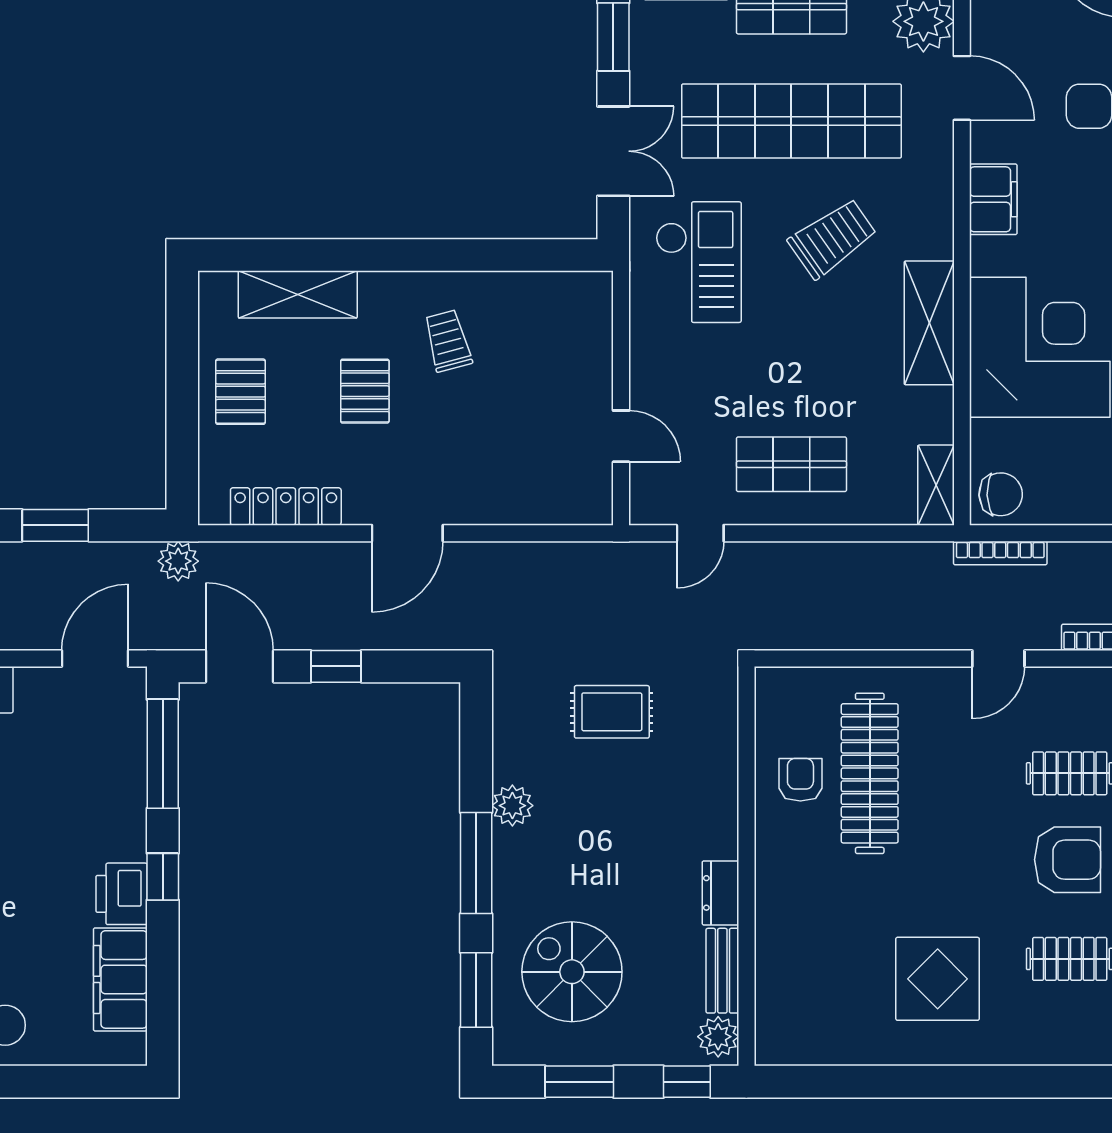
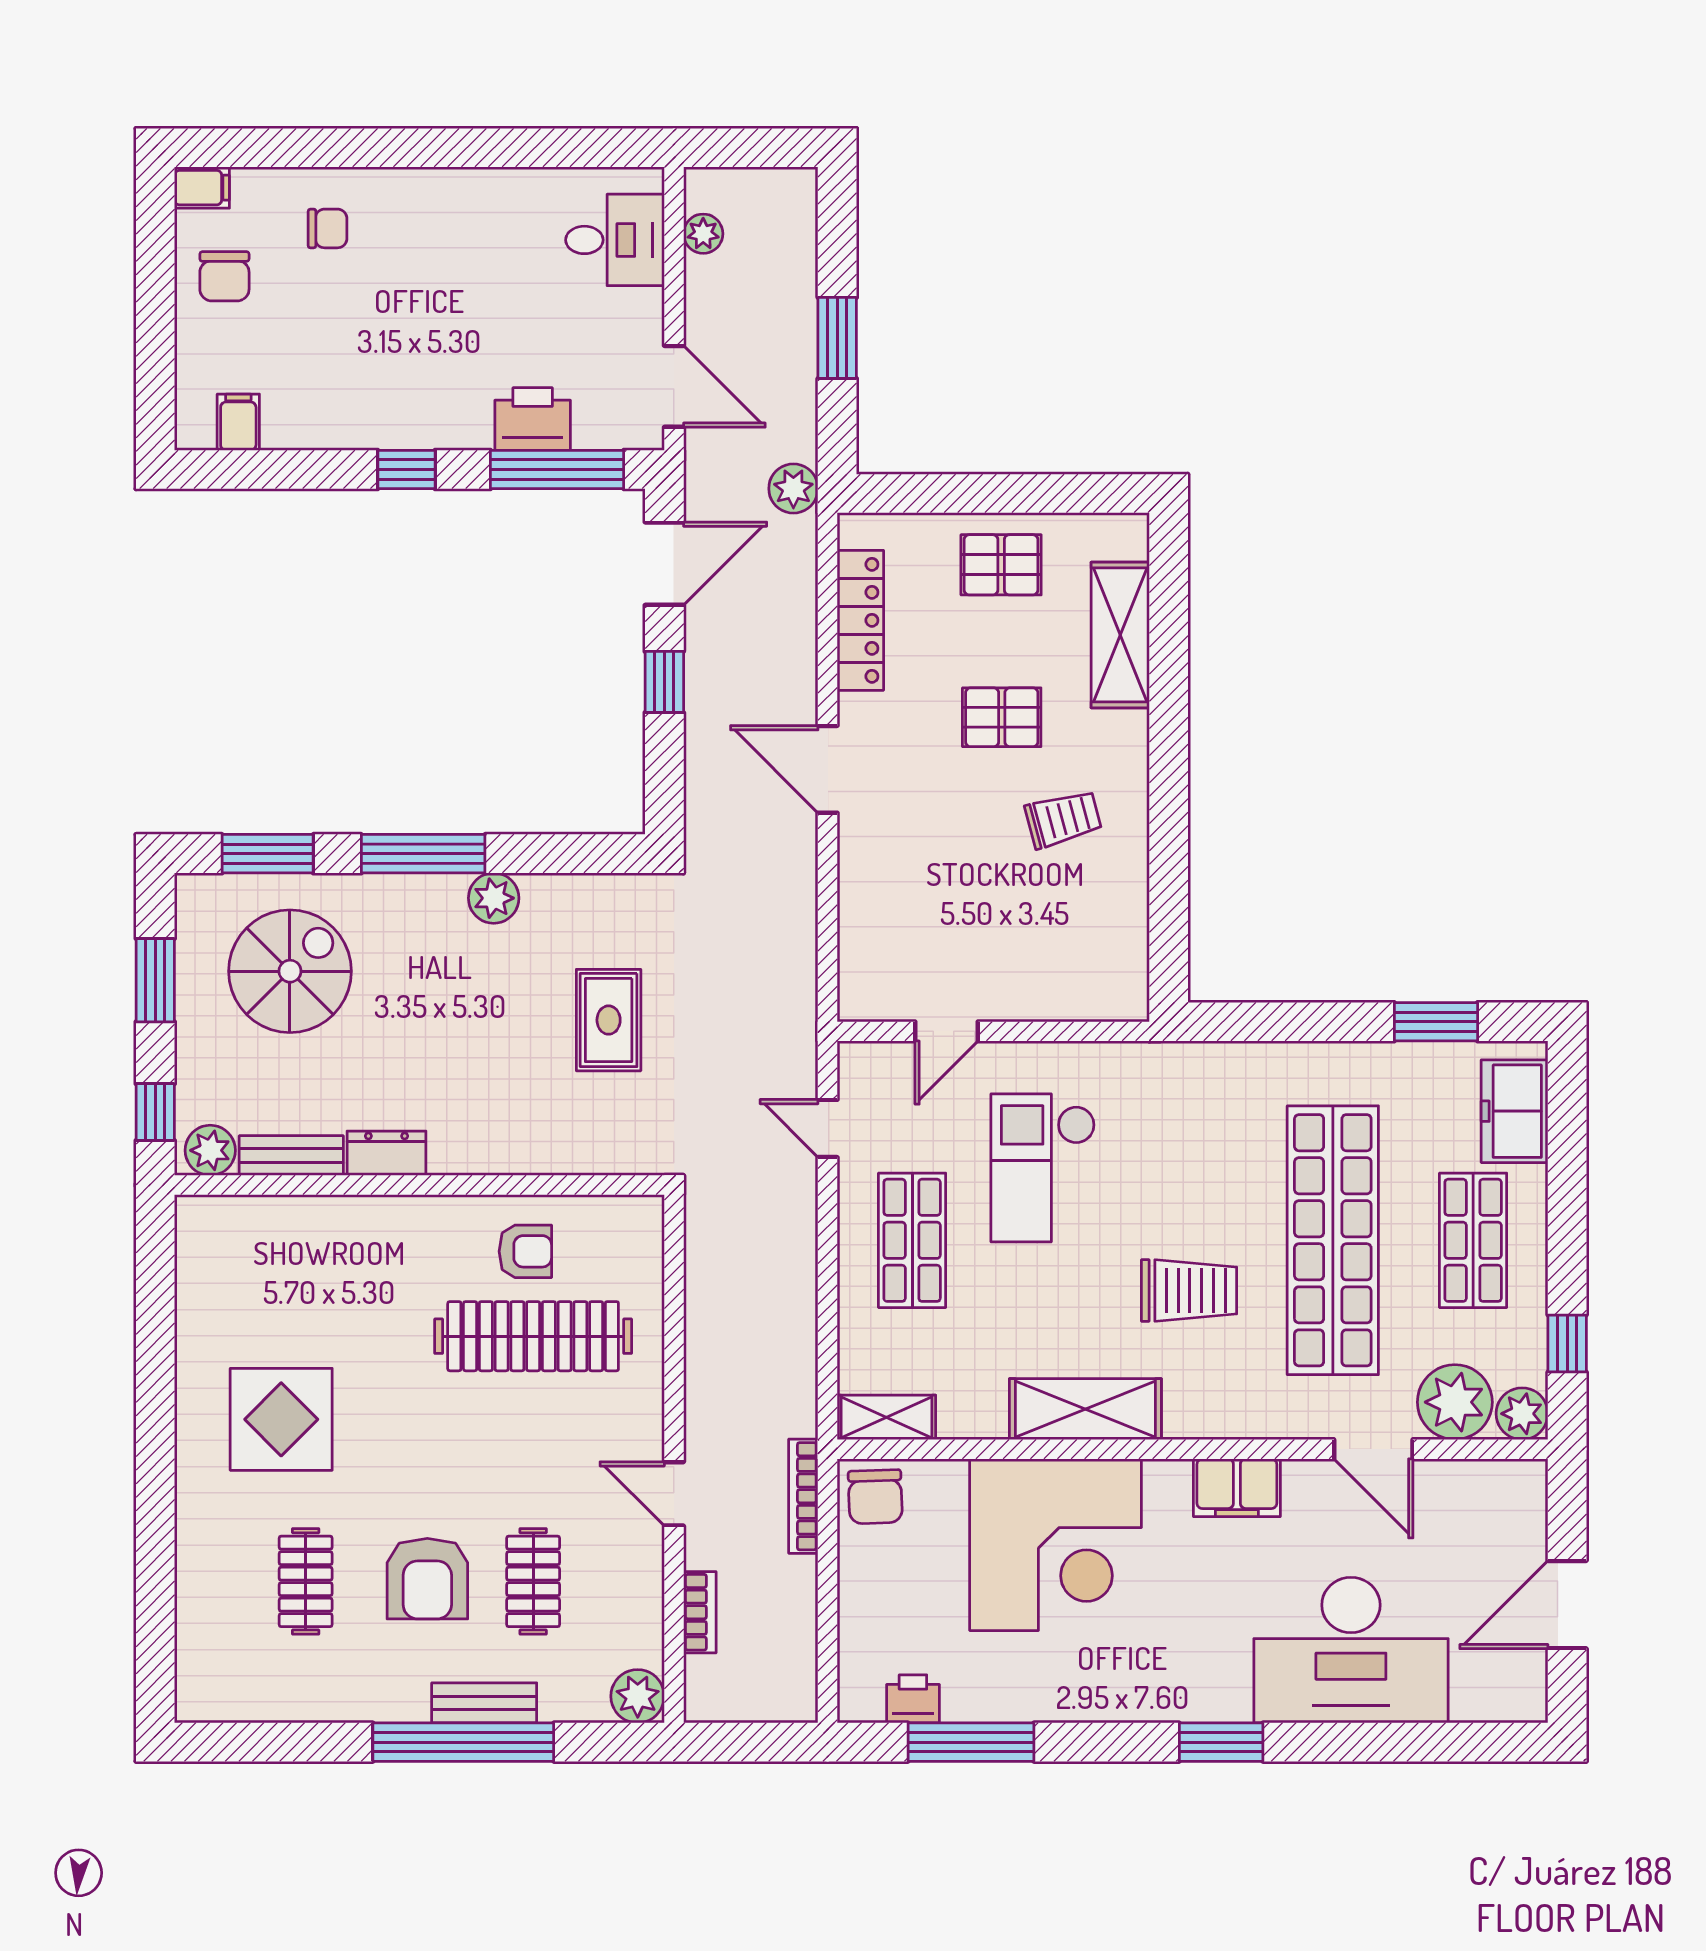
door: (962, 88) -> (1373, 1449), hinge flipped
double door: (613, 151) -> (1296, 1022), removed
trolley: (832, 238) -> (1189, 1290), turned -55
checkout: (699, 262) -> (1043, 1168), moved, turned 90
printer: (122, 894) -> (533, 419), moved
filing cabinet: (120, 979) -> (238, 422), width x0.33, depth x0.86

